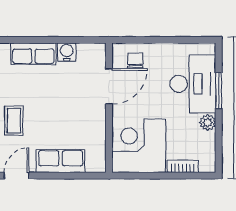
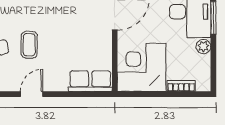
row of seats: (61, 161) -> (90, 81), moved

